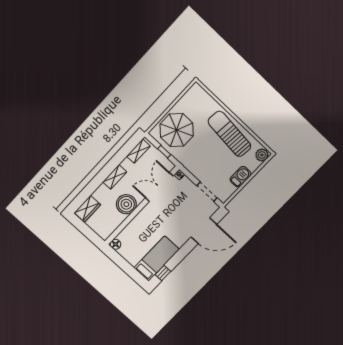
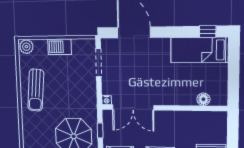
sun lounger: (229, 134) -> (36, 90), width x0.73, depth x0.75
boiler: (126, 204) -> (175, 122), removed
floor lamp: (115, 244) -> (203, 99), moved

